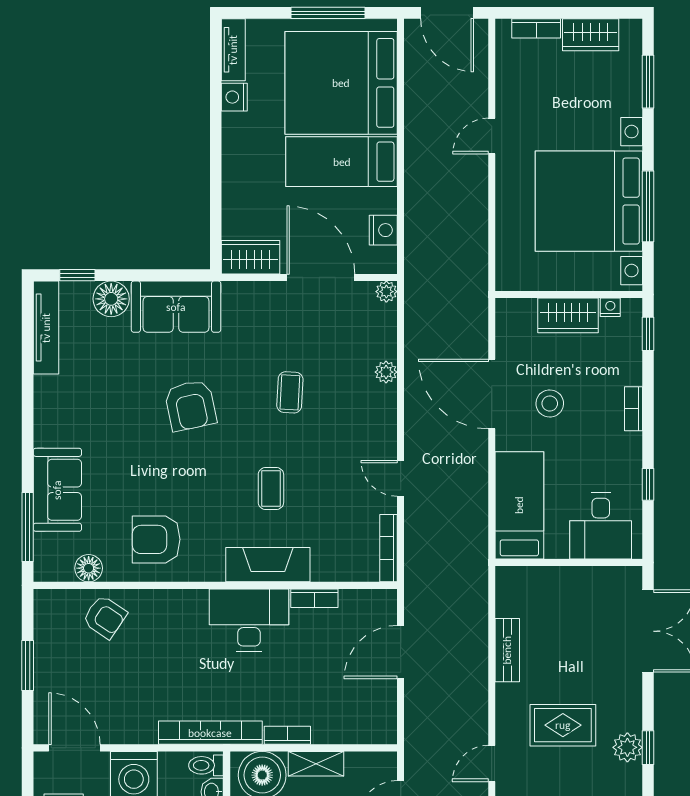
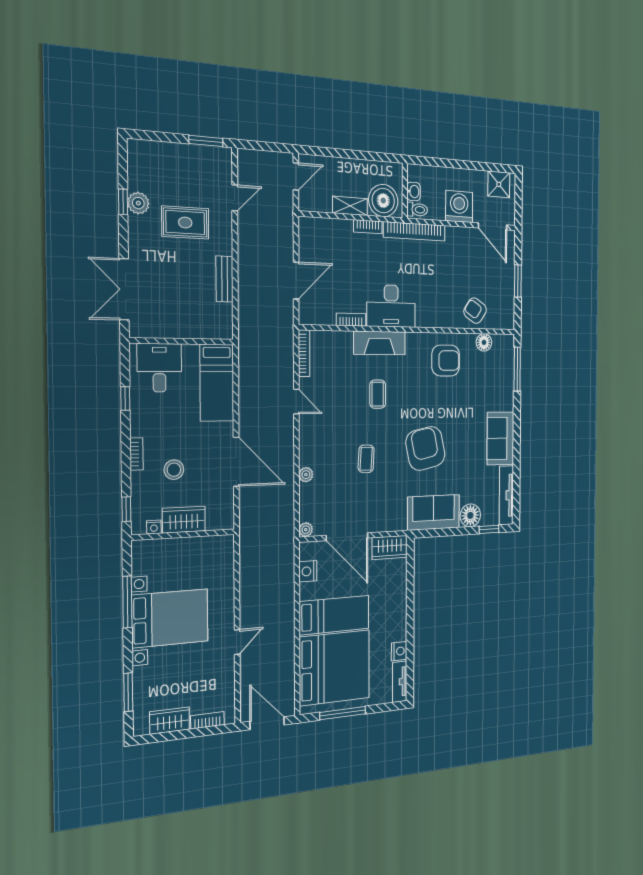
bed with nightstands: (589, 201) -> (170, 618), width x0.73
stool: (550, 403) -> (174, 470), moved
armchair: (190, 405) -> (425, 448), width x1.36, depth x1.36
sofa: (57, 490) -> (501, 438), moved

